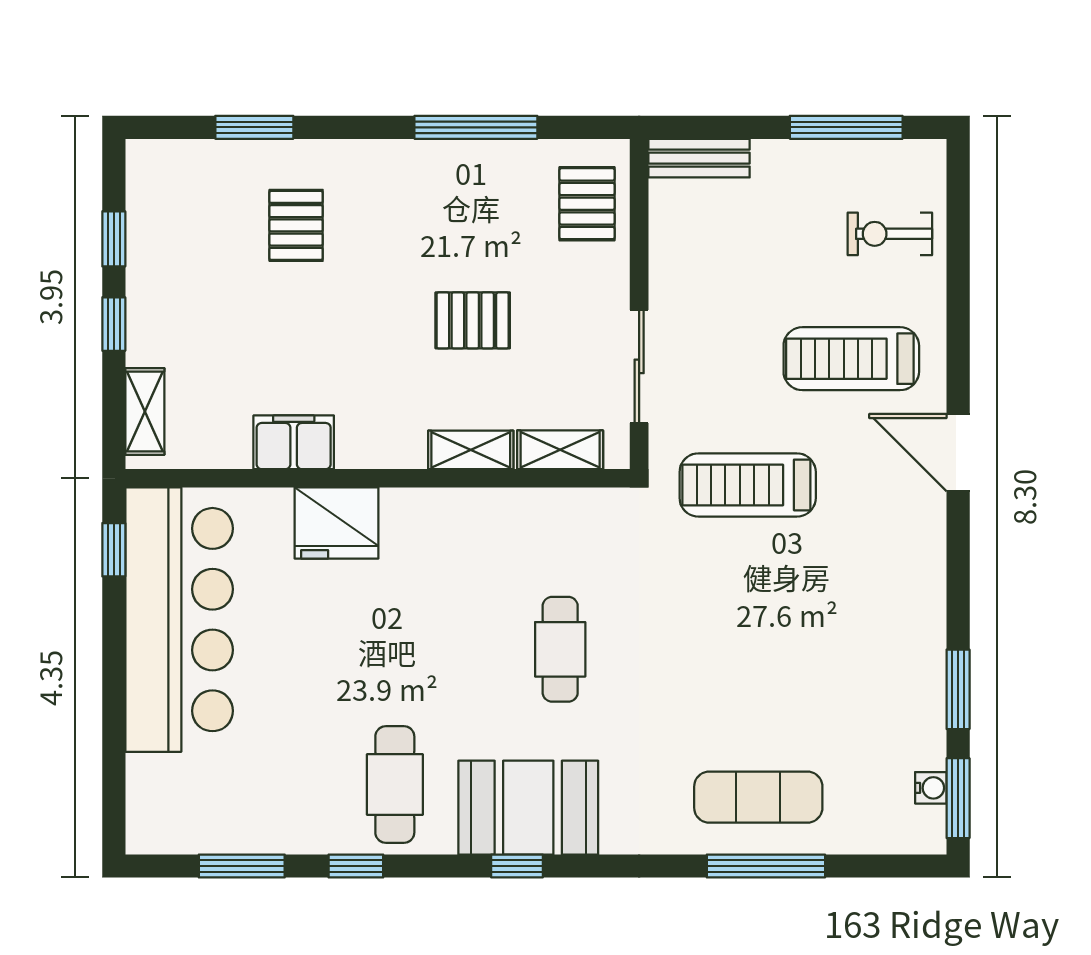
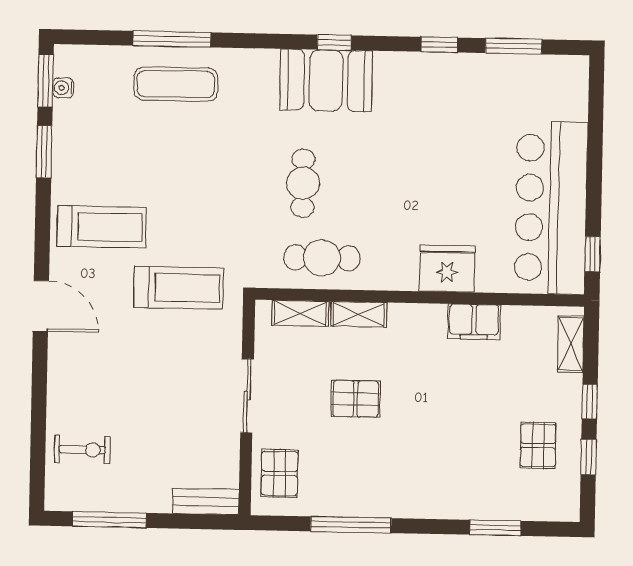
pallet: (296, 225) -> (538, 445), moved
treadmill: (851, 359) -> (102, 227), moved
sliding door: (639, 366) -> (247, 396), moved
cafe table: (395, 785) -> (322, 258), moved, turned 90

